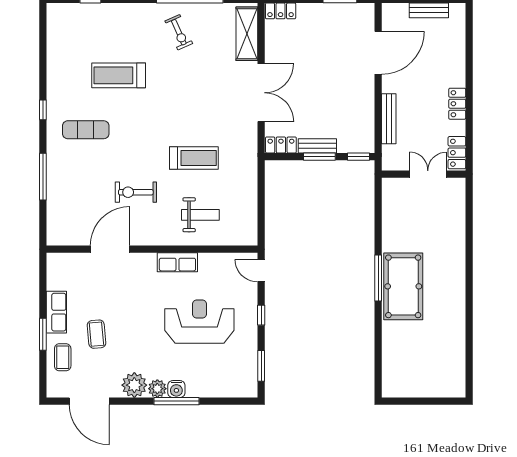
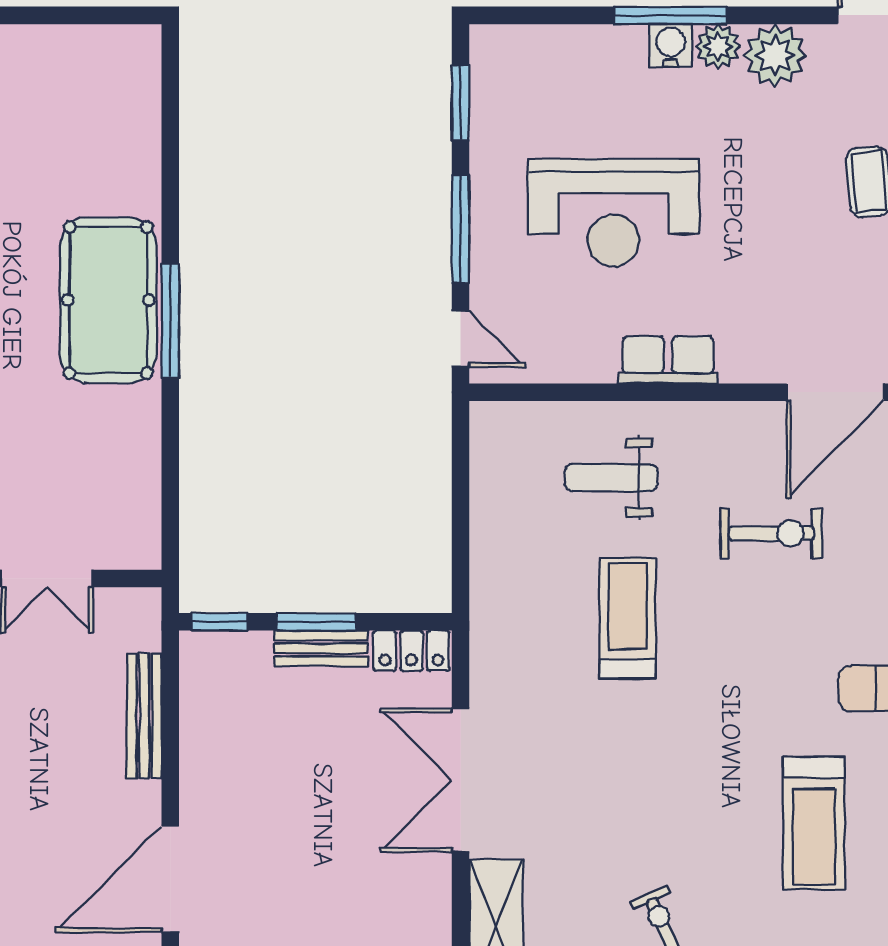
treadmill: (119, 75) -> (814, 823), turned 90
treadmill: (194, 158) -> (628, 618), turned 90
window: (261, 315) -> (461, 229), width x2.17

